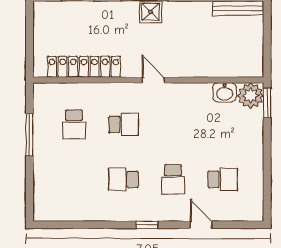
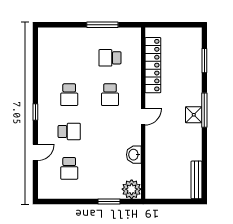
washbasin: (225, 92) -> (134, 155), moved
window: (267, 103) -> (109, 201), moved
school desk: (124, 179) -> (69, 95), turned 180
school desk: (173, 179) -> (69, 132), turned 180

